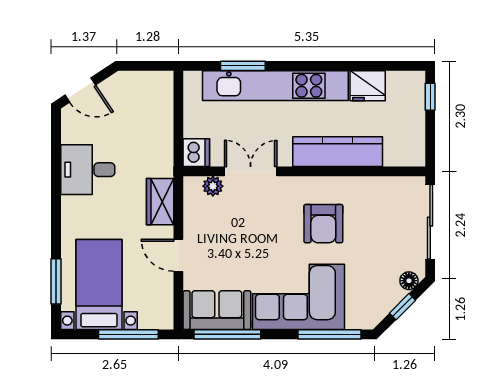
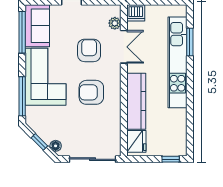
fridge: (368, 86) -> (136, 141), moved, turned 180
armchair: (256, 227) -> (89, 50), added

